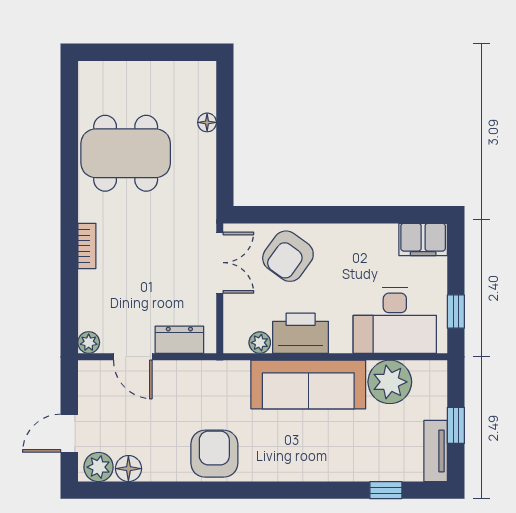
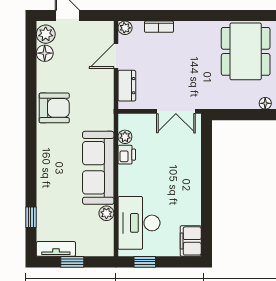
bookcase: (87, 246) -> (159, 27), moved
armchair: (288, 256) -> (180, 155), removed
printer: (301, 333) -> (127, 155), width x0.53, depth x0.68
plant: (390, 382) -> (106, 213), width x0.53, depth x0.53

